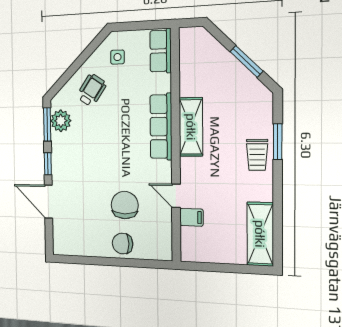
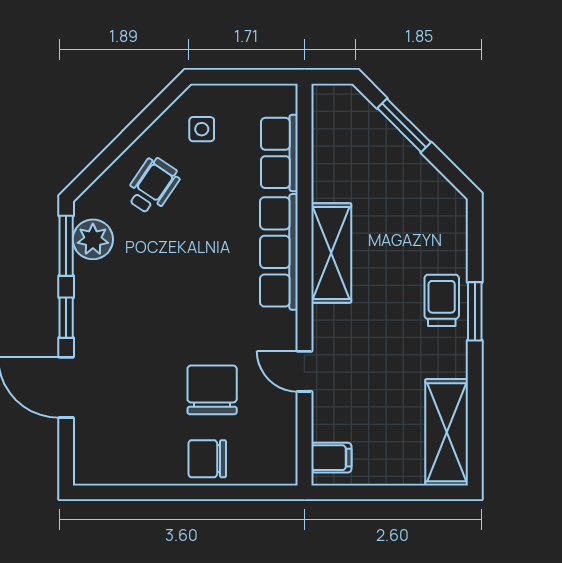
row of seats: (161, 51) -> (279, 153), moved
window: (246, 61) -> (404, 125), moved
window: (278, 142) -> (475, 311), moved
trolley: (257, 155) -> (442, 300), turned 180
filing cabinet: (191, 217) -> (331, 458), moved

